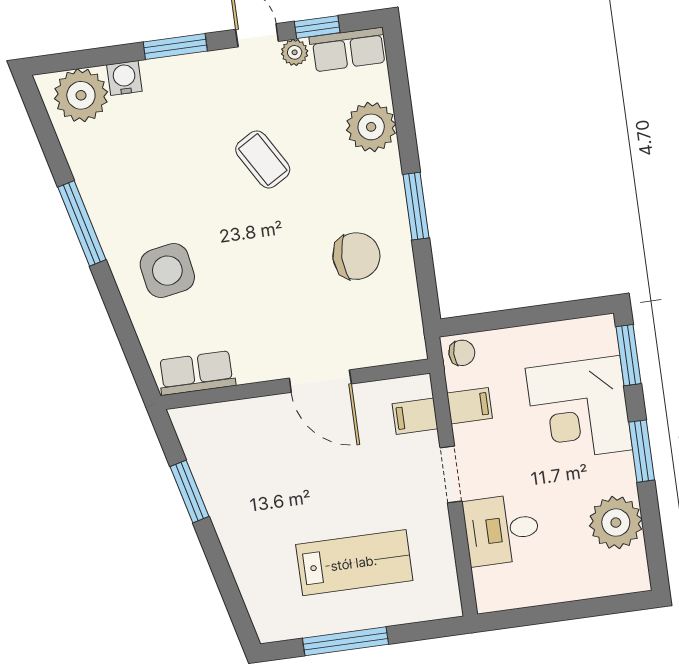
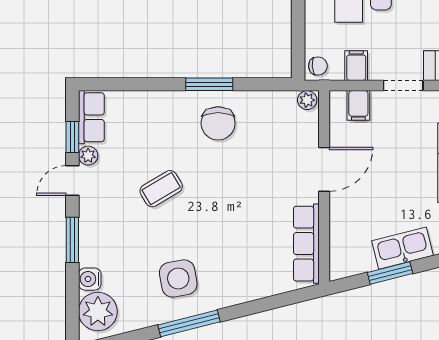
plant: (371, 127) -> (307, 100), moved, width x0.53, depth x0.53
chair: (356, 256) -> (218, 123), moved, turned 180
side table: (167, 271) -> (178, 278), moved
chair: (462, 353) -> (318, 66), turned 86
row of seats: (197, 373) -> (306, 244), width x1.48
kitchen sink: (226, 504) -> (402, 248), added

